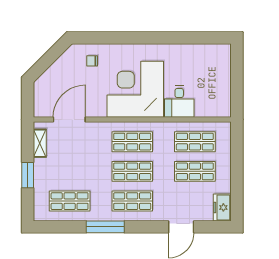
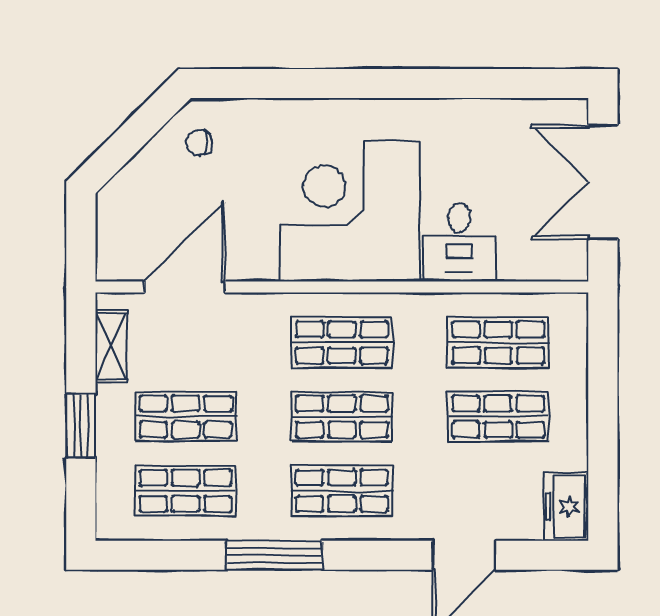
chair: (92, 61) -> (199, 142), moved
double door: (237, 77) -> (603, 182), added
shop shelf: (70, 171) -> (186, 417), added

